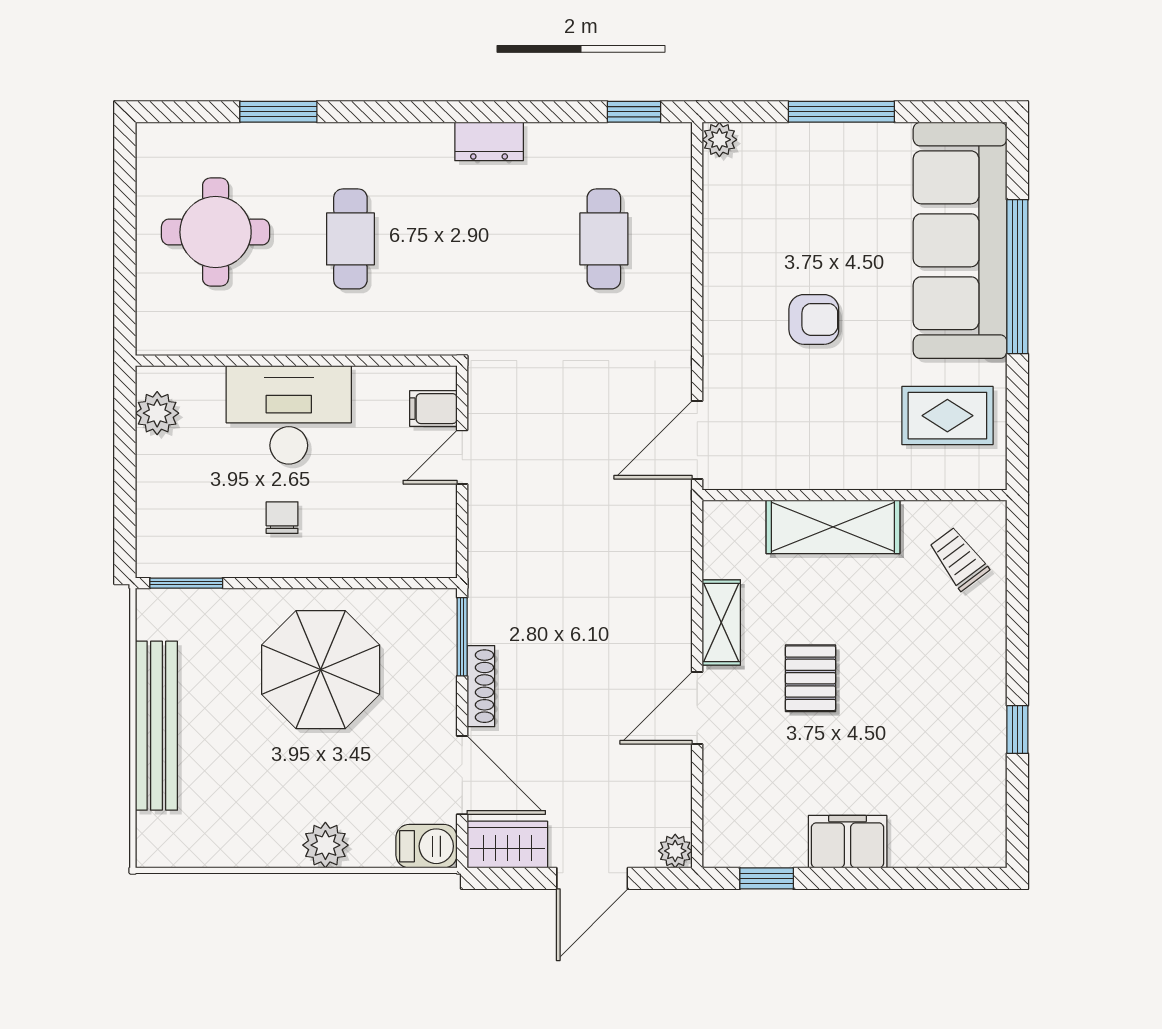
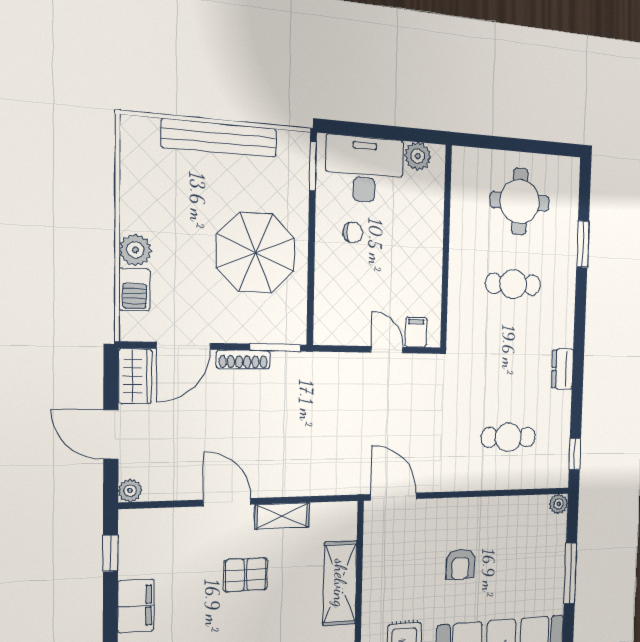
desk: (289, 415) -> (364, 169), moved, turned -90
barbecue: (427, 846) -> (134, 289), moved

